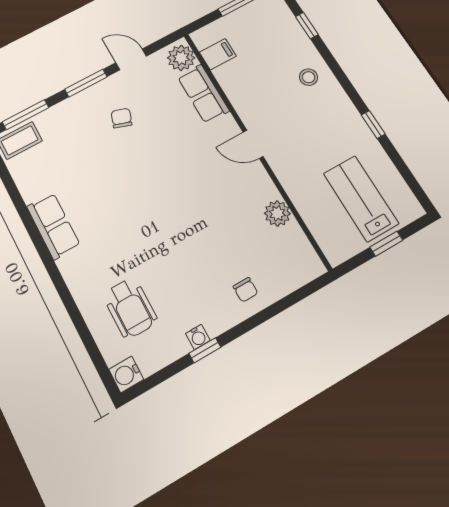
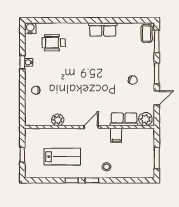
window: (307, 26) -> (92, 180), moved
filing cabinet: (218, 54) -> (116, 135), moved
lab bench: (361, 198) -> (62, 157), moved

